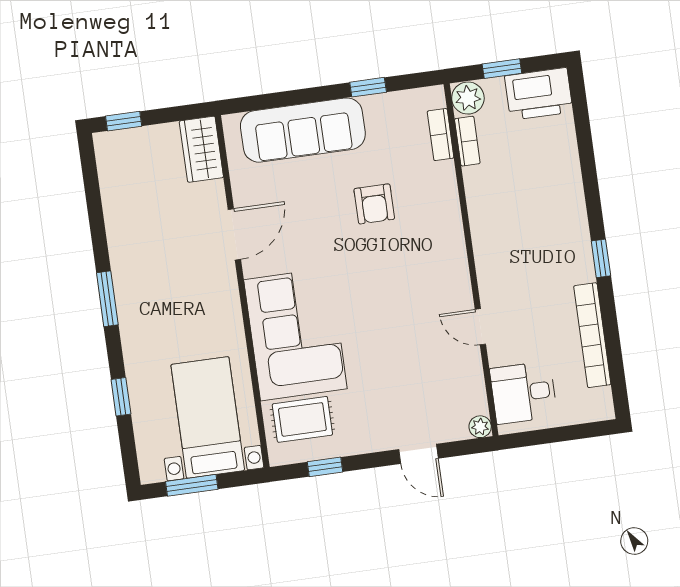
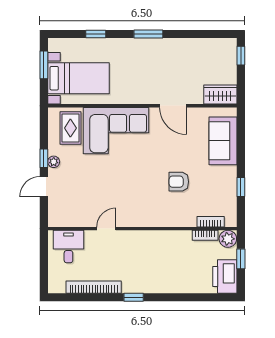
sofa: (303, 130) -> (223, 141), width x0.73
plant: (480, 427) -> (54, 162), moved
window: (325, 467) -> (44, 158), moved

